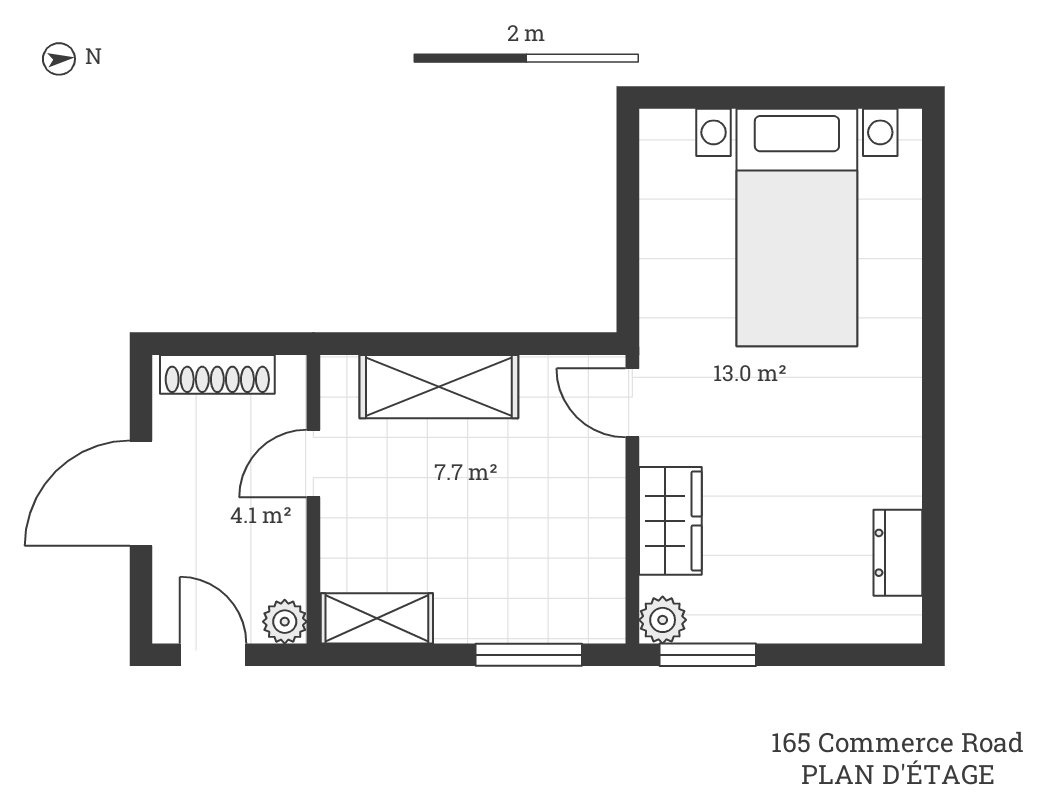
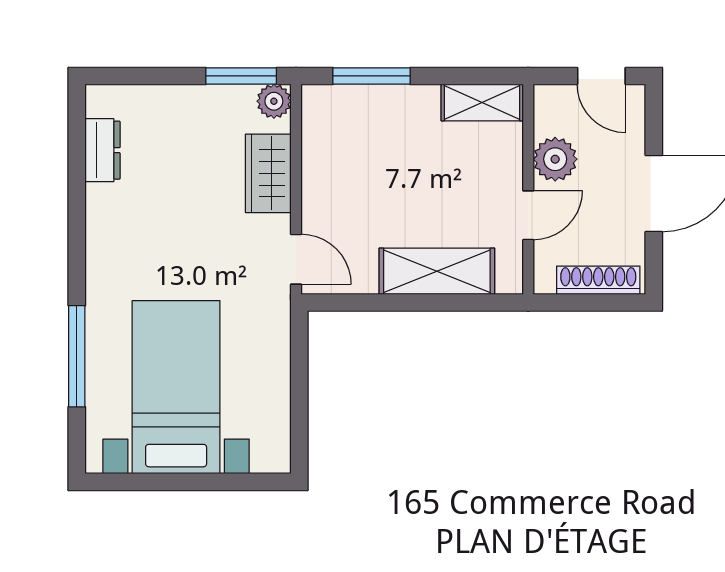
window: (933, 270) -> (77, 356), added
plant: (285, 622) -> (555, 159), moved, width x1.38, depth x1.38

